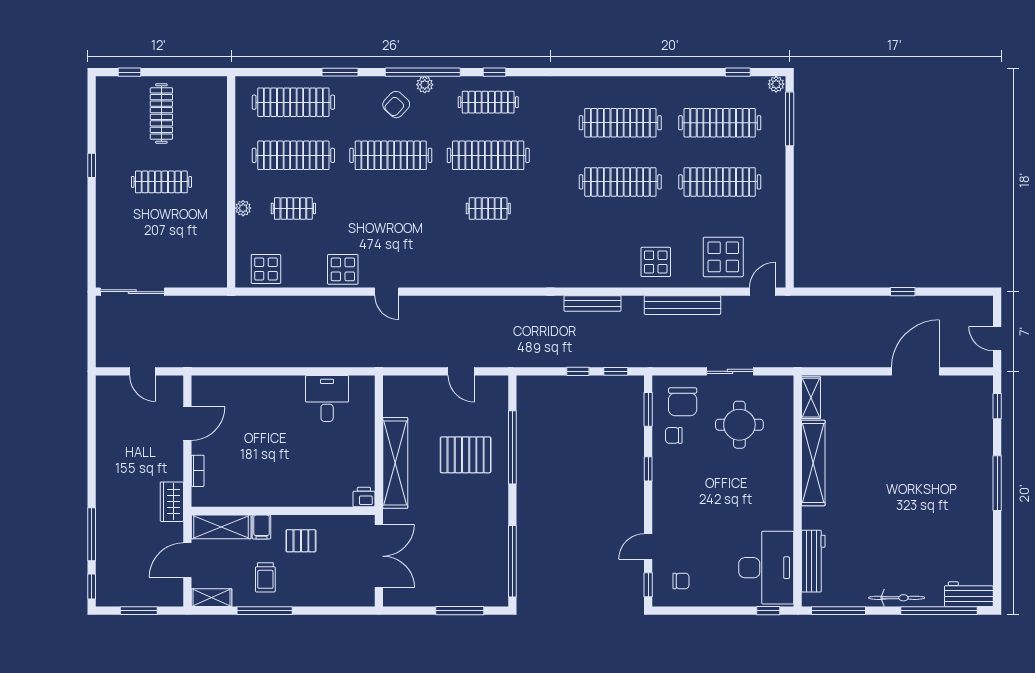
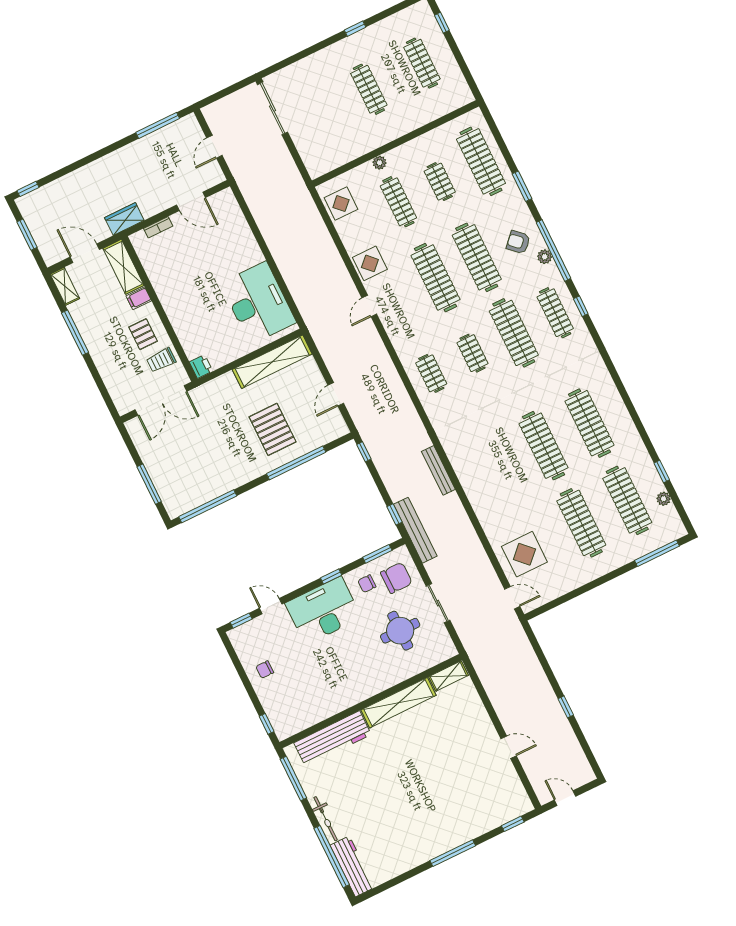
window: (738, 72) -> (662, 471), moved
plant: (776, 84) -> (664, 499), moved
clothes rail: (161, 114) -> (422, 63), turned 90
clothes rail: (293, 155) -> (440, 182), width x0.54, depth x0.76
clothes rail: (293, 209) -> (398, 202), width x1.36
clothes rail: (391, 209) -> (435, 278), added
clothes rail: (488, 262) -> (431, 373), added
display table: (656, 262) -> (495, 504), removed
bench: (682, 305) -> (415, 530), moved
door: (997, 339) -> (565, 798), hinge flipped
window: (578, 371) -> (364, 452), moved
door: (915, 371) -> (509, 747), width x0.53
desk: (327, 398) -> (258, 303), width x1.87, depth x1.30
chair: (683, 402) -> (396, 578), turned 180
chair: (674, 435) -> (367, 584), turned -90
shelving: (395, 463) -> (272, 362), moved
window: (92, 534) -> (158, 125), moved
workbench: (813, 561) -> (333, 739), width x1.36, depth x1.32
desk: (766, 568) -> (323, 611), moved, turned 180
trolley: (265, 577) -> (161, 360), moved
chair: (681, 581) -> (265, 670), moved, turned 90
workbench: (969, 594) -> (352, 866), width x1.38

